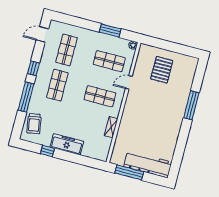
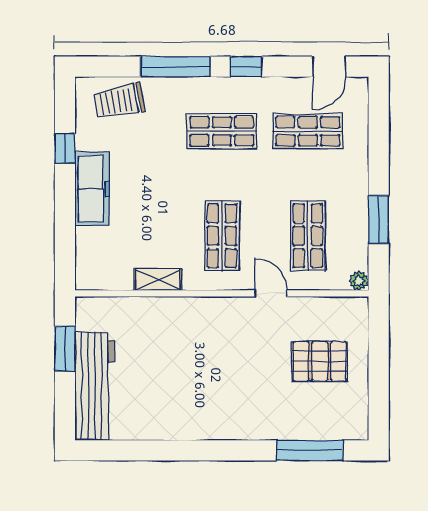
door: (42, 34) -> (329, 67), swing flipped
window: (191, 105) -> (310, 450), moved
window: (129, 172) -> (65, 349), width x0.69

